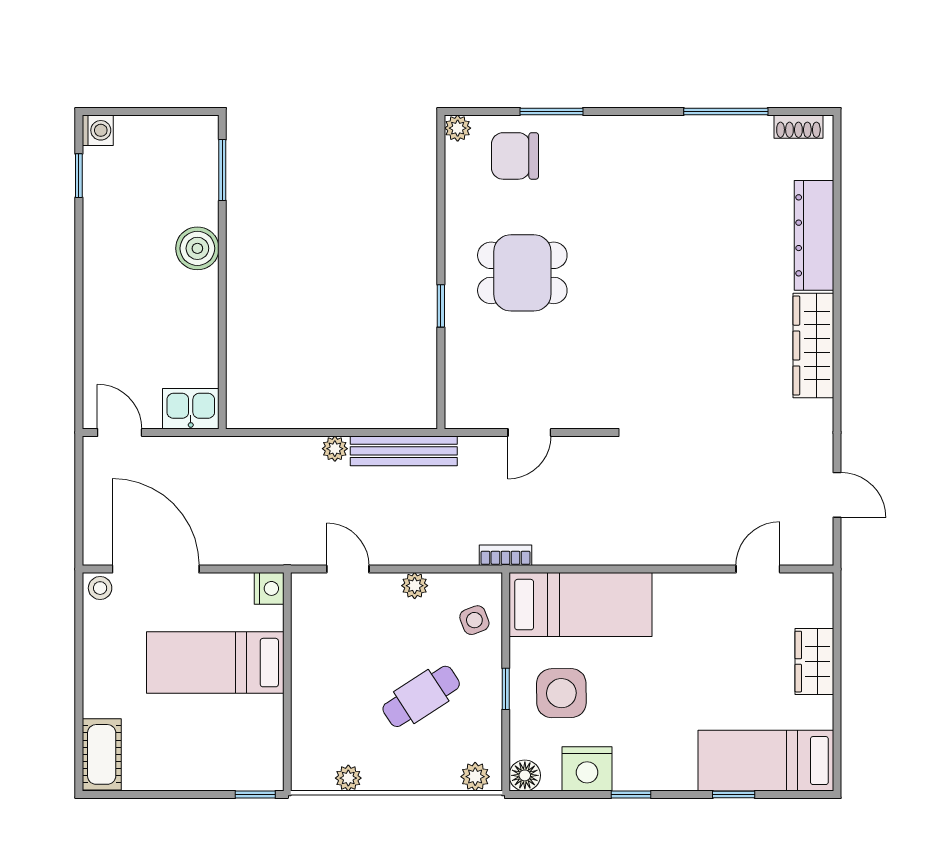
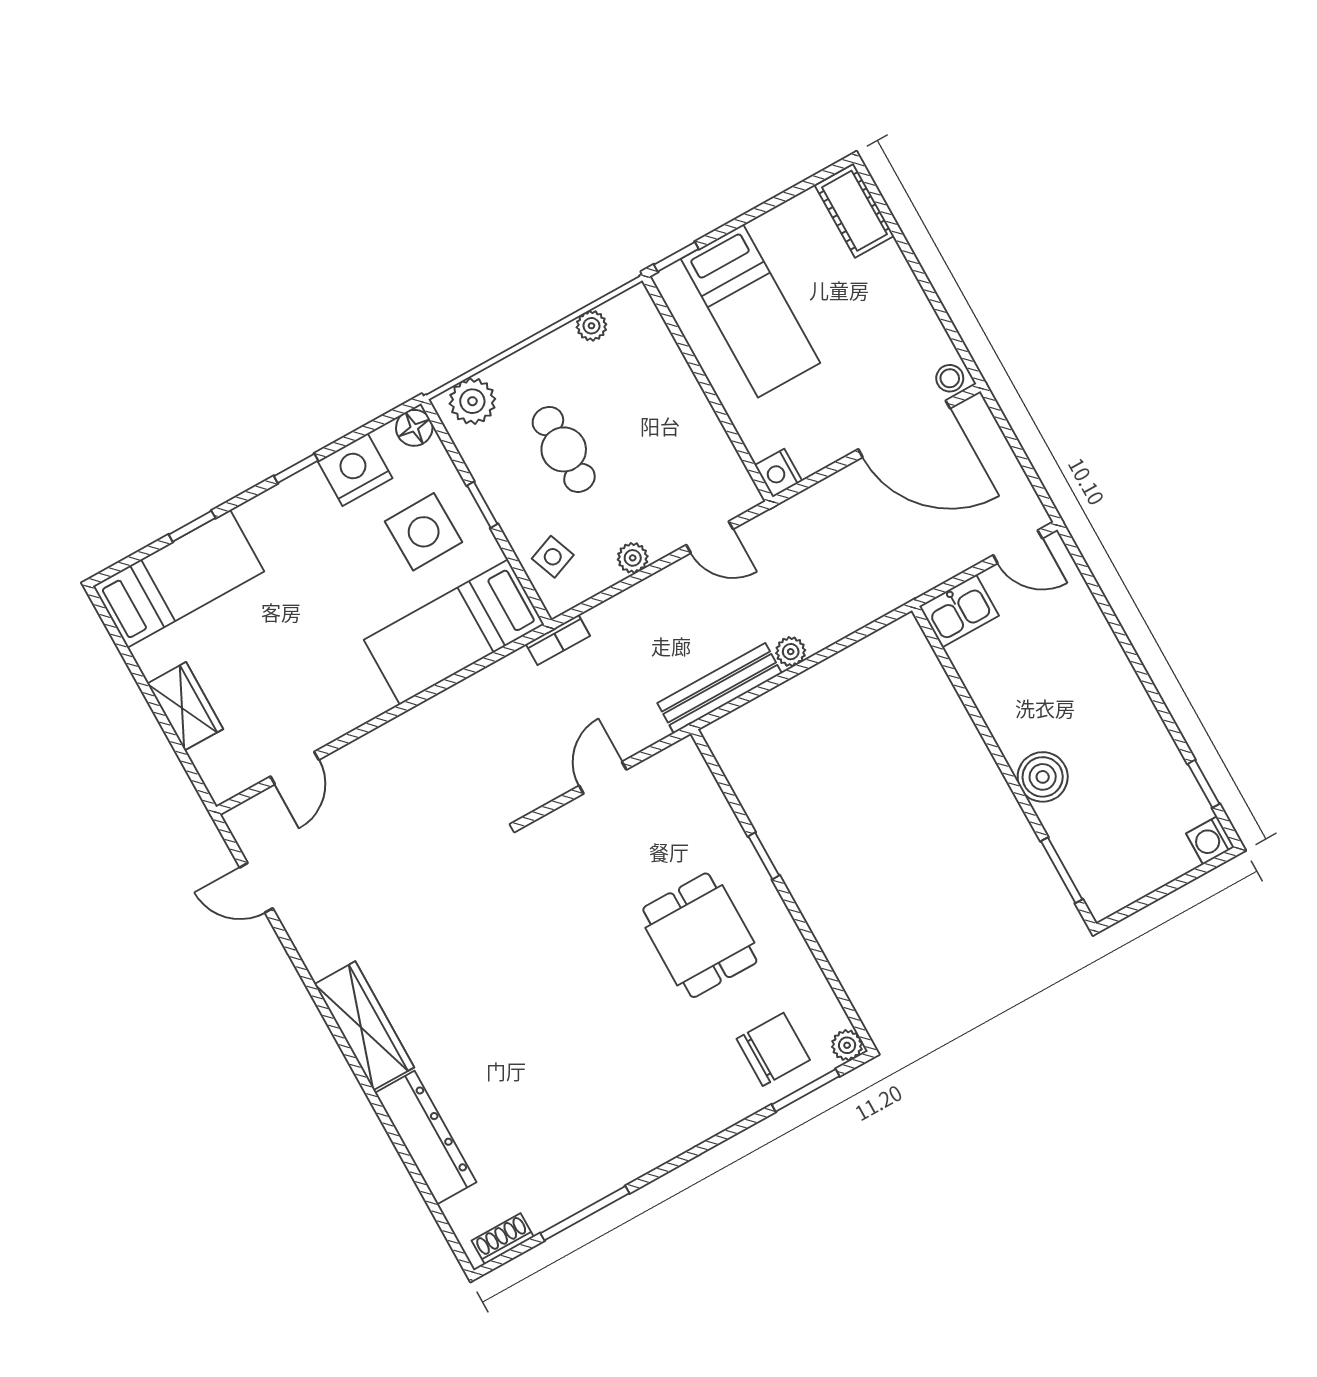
window: (551, 111) -> (806, 1090), moved
dining table: (522, 273) -> (700, 935), turned 90
bed: (215, 663) -> (751, 311), moved, turned 90
cafe table: (421, 696) -> (564, 449), turned -57
plant: (475, 777) -> (472, 401), width x1.38, depth x1.38

